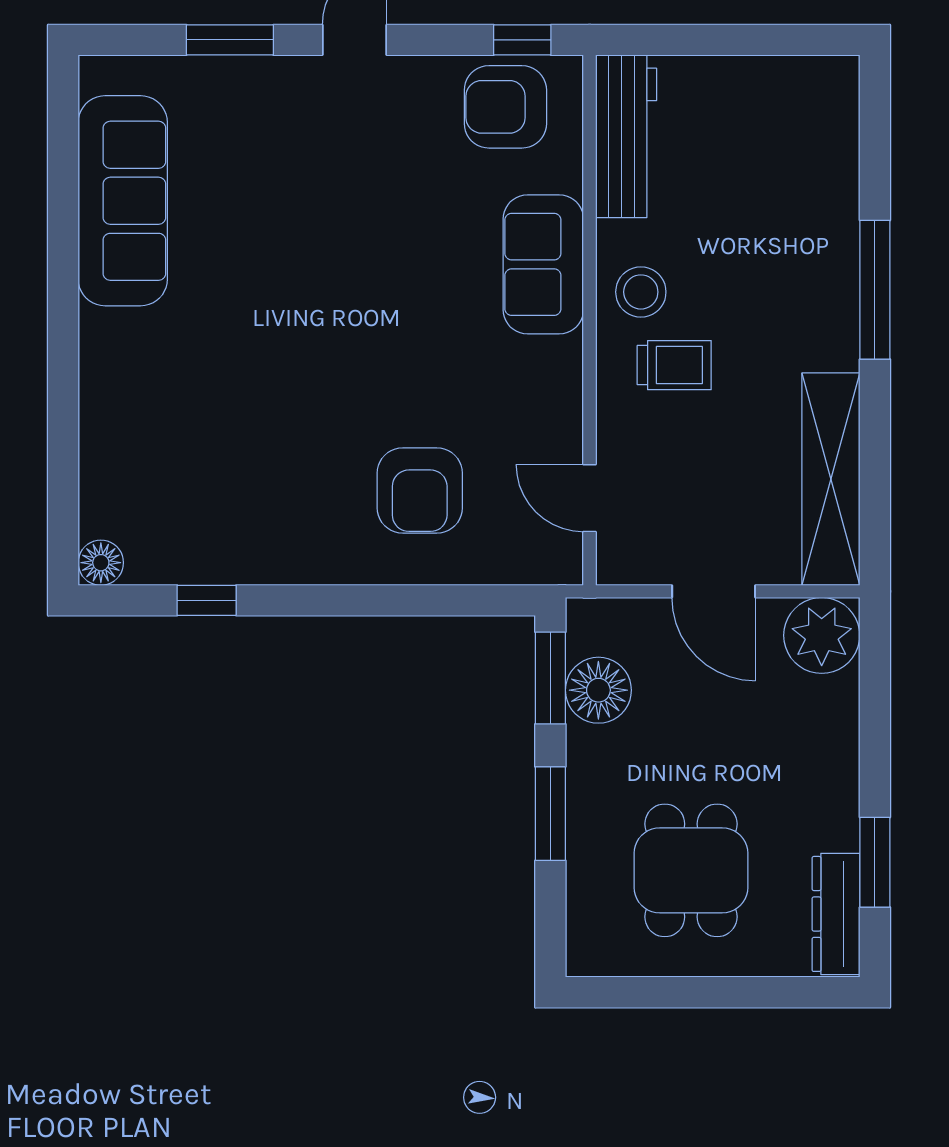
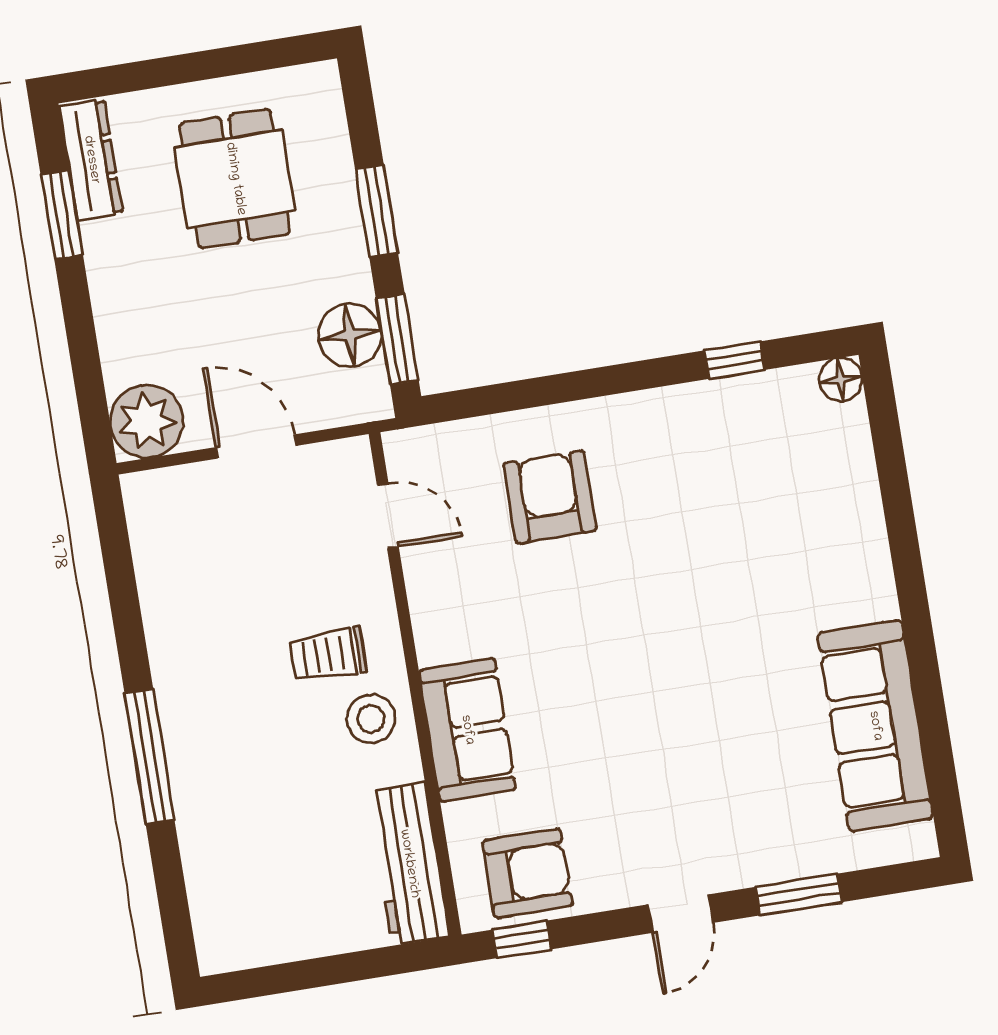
shelving: (831, 479) -> (162, 571), removed

